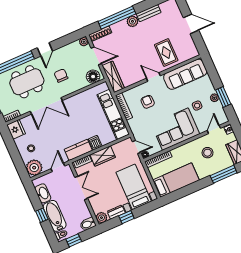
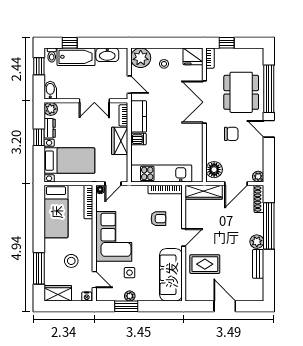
door: (191, 24) -> (225, 306), swing flipped
window: (42, 215) -> (70, 43), moved

